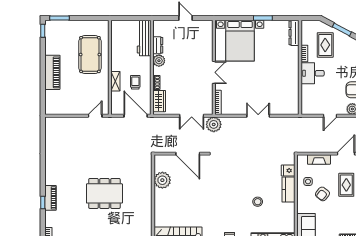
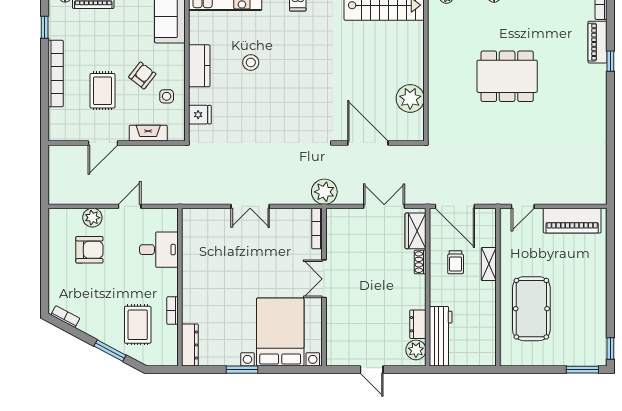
plant: (159, 61) -> (416, 350), moved
piano: (52, 72) -> (572, 221), moved, turned -90
desk: (313, 73) -> (159, 250), moved
double door: (192, 116) -> (384, 206), moved
kitchen counter: (288, 190) -> (199, 66), moved
piano: (50, 198) -> (598, 42), moved

